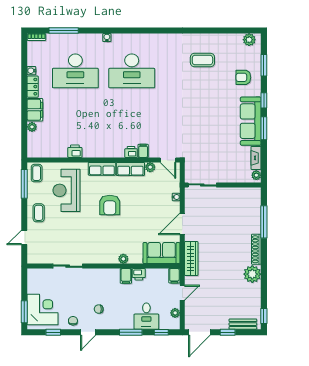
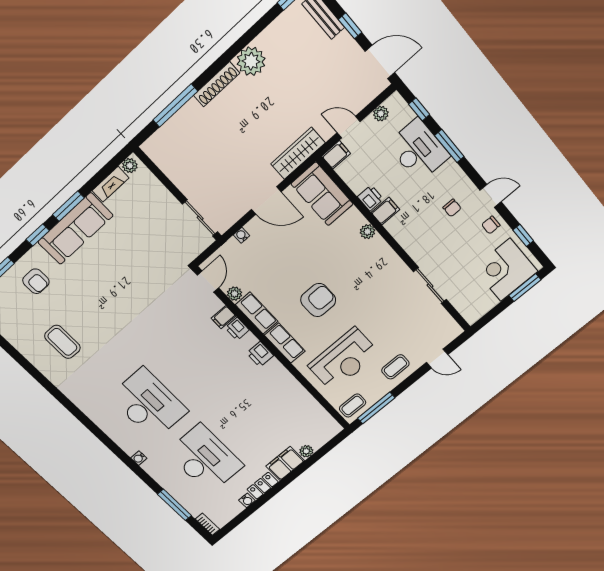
printer: (75, 151) -> (260, 354), moved
desk: (146, 316) -> (418, 150), width x1.37

